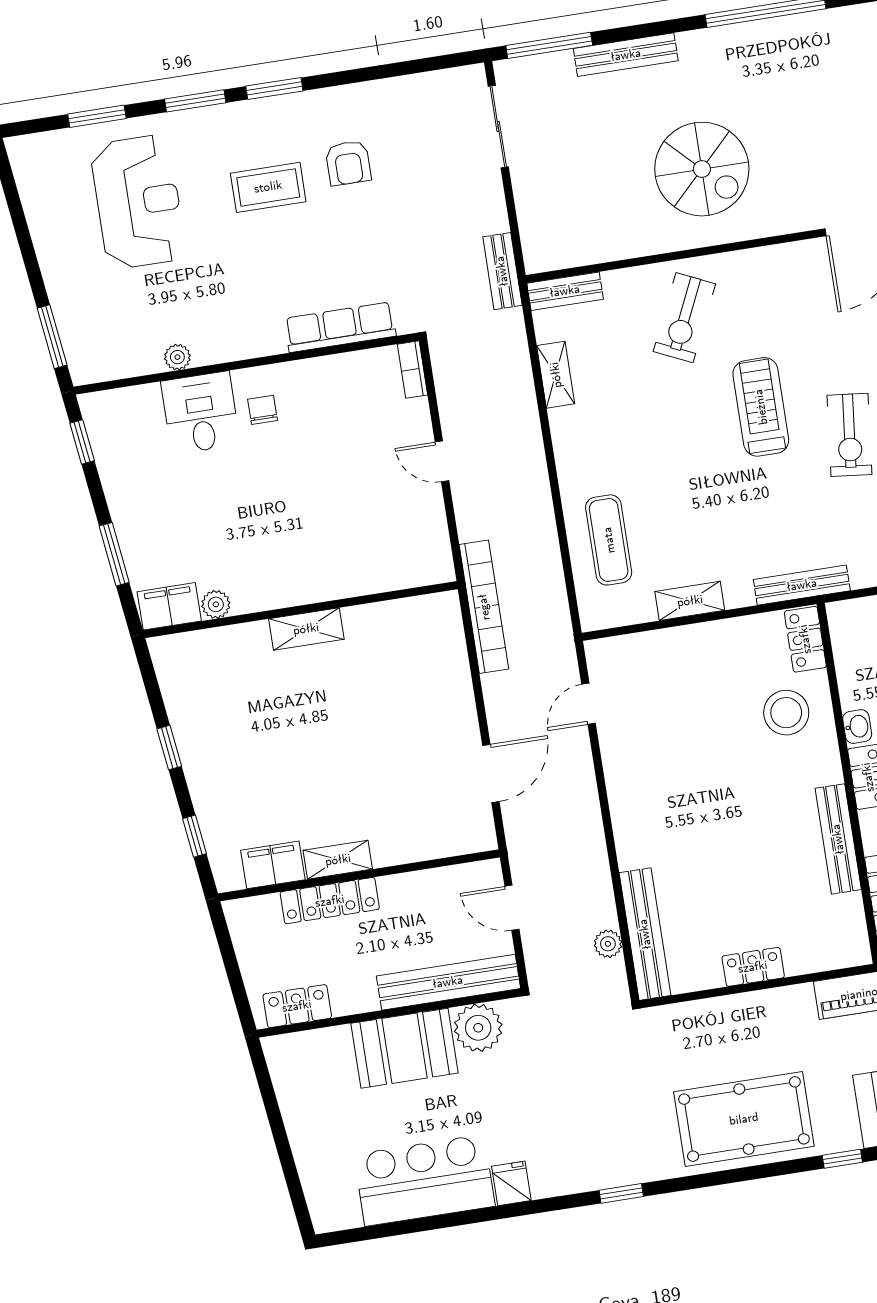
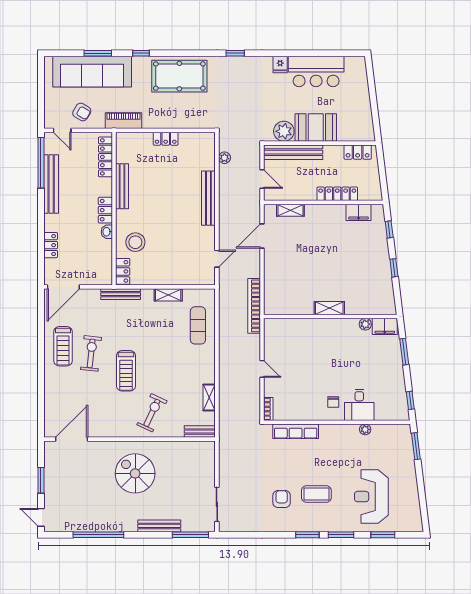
bench: (502, 271) -> (225, 444), removed
shelving: (338, 860) -> (290, 210), moved
bench: (645, 934) -> (208, 198), moved

